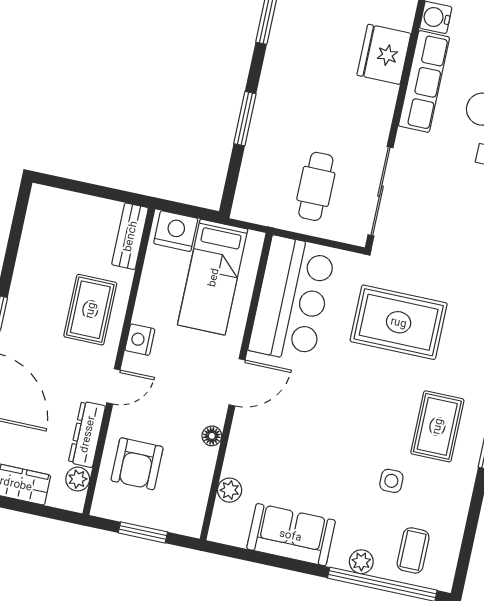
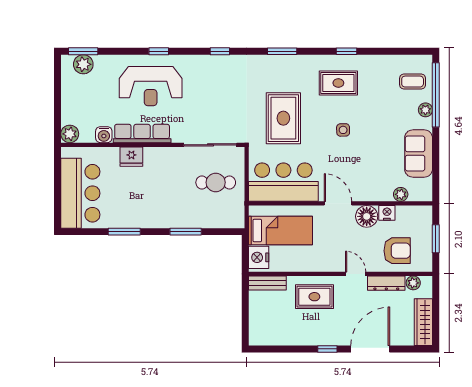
fridge: (384, 54) -> (131, 157), width x0.73, depth x0.75
nightstand: (140, 340) -> (387, 213), moved, turned 180
floor lamp: (212, 436) -> (367, 216), width x1.89, depth x1.89
side table: (391, 481) -> (343, 130), moved

